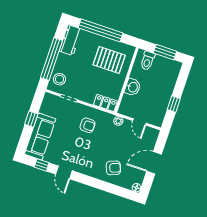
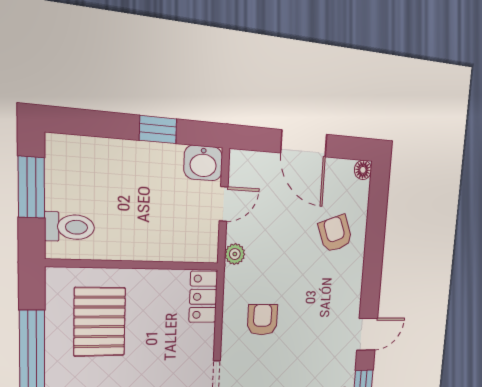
washbasin: (133, 87) -> (203, 163), moved, turned 180

